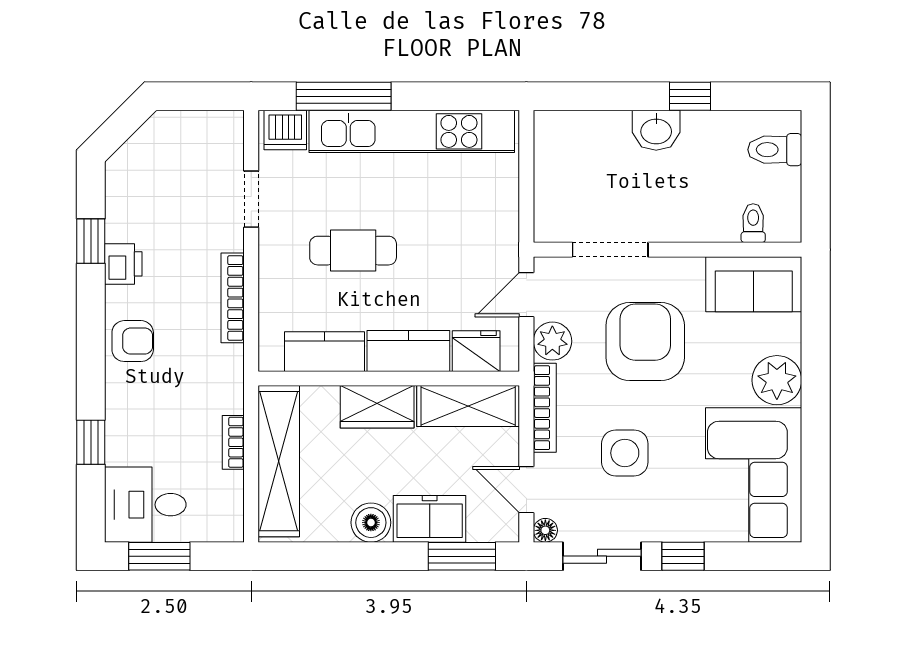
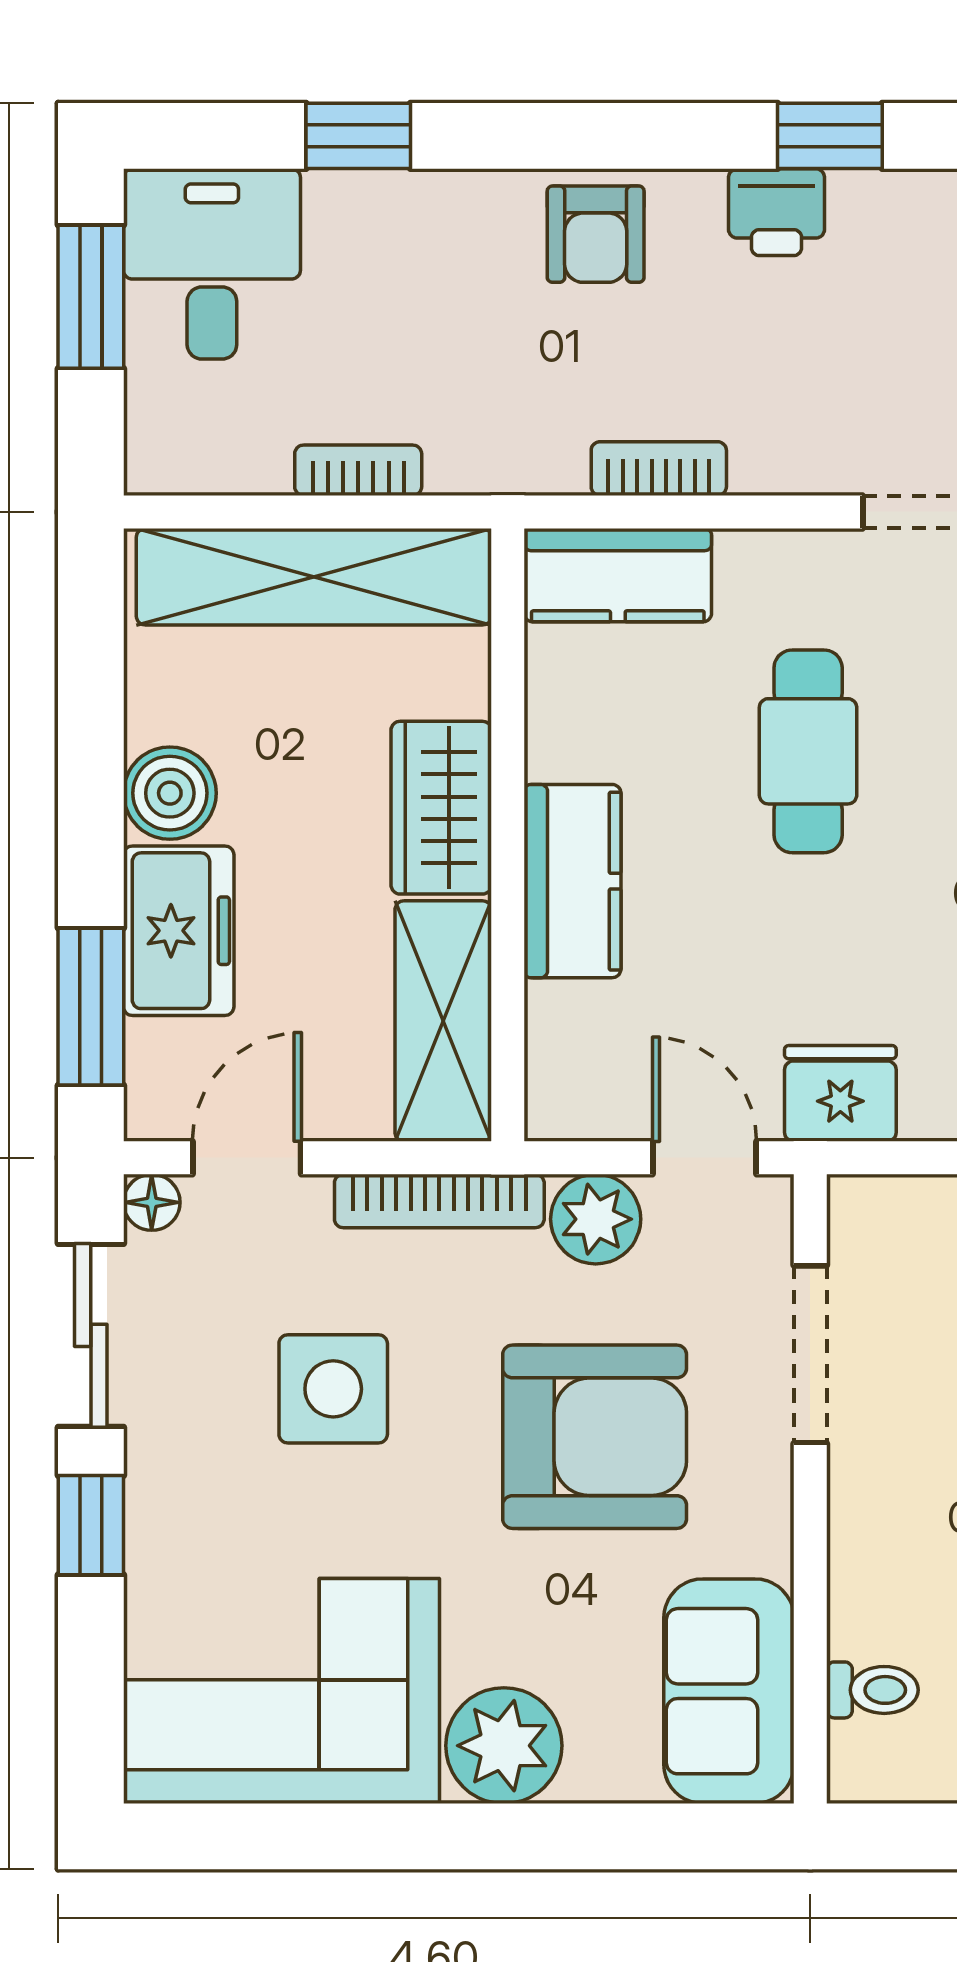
bookcase: (233, 298) -> (659, 469), width x0.64
fridge: (476, 351) -> (840, 1093), moved, turned -90
kitchen counter: (324, 352) -> (618, 575), moved, turned 90

